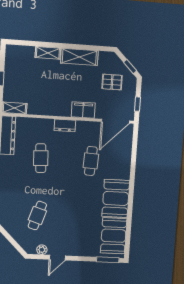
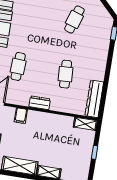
filing cabinet: (83, 110) -> (21, 116), width x0.50

